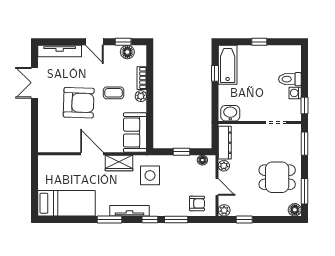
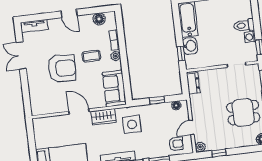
window: (123, 42) -> (94, 10), removed
tv unit: (60, 51) -> (34, 26), width x0.71
window: (215, 73) -> (181, 54), moved
washbasin: (230, 113) -> (190, 46), moved, turned 90
dresser: (225, 143) -> (193, 83), width x0.70
plant: (224, 166) -> (195, 108), removed
door: (217, 187) -> (192, 127), swing flipped

